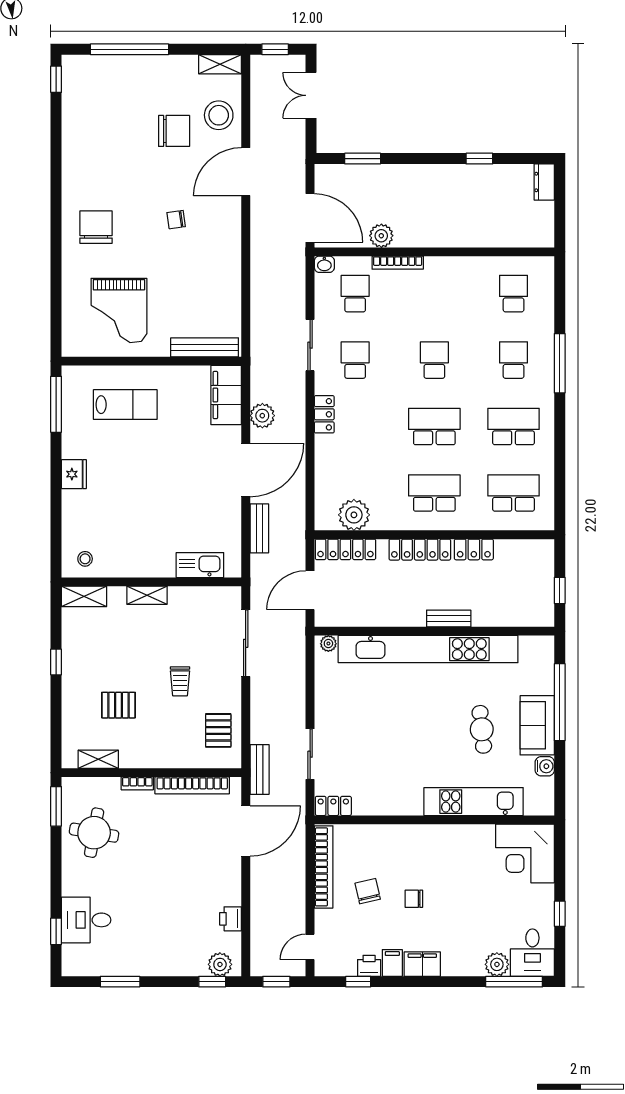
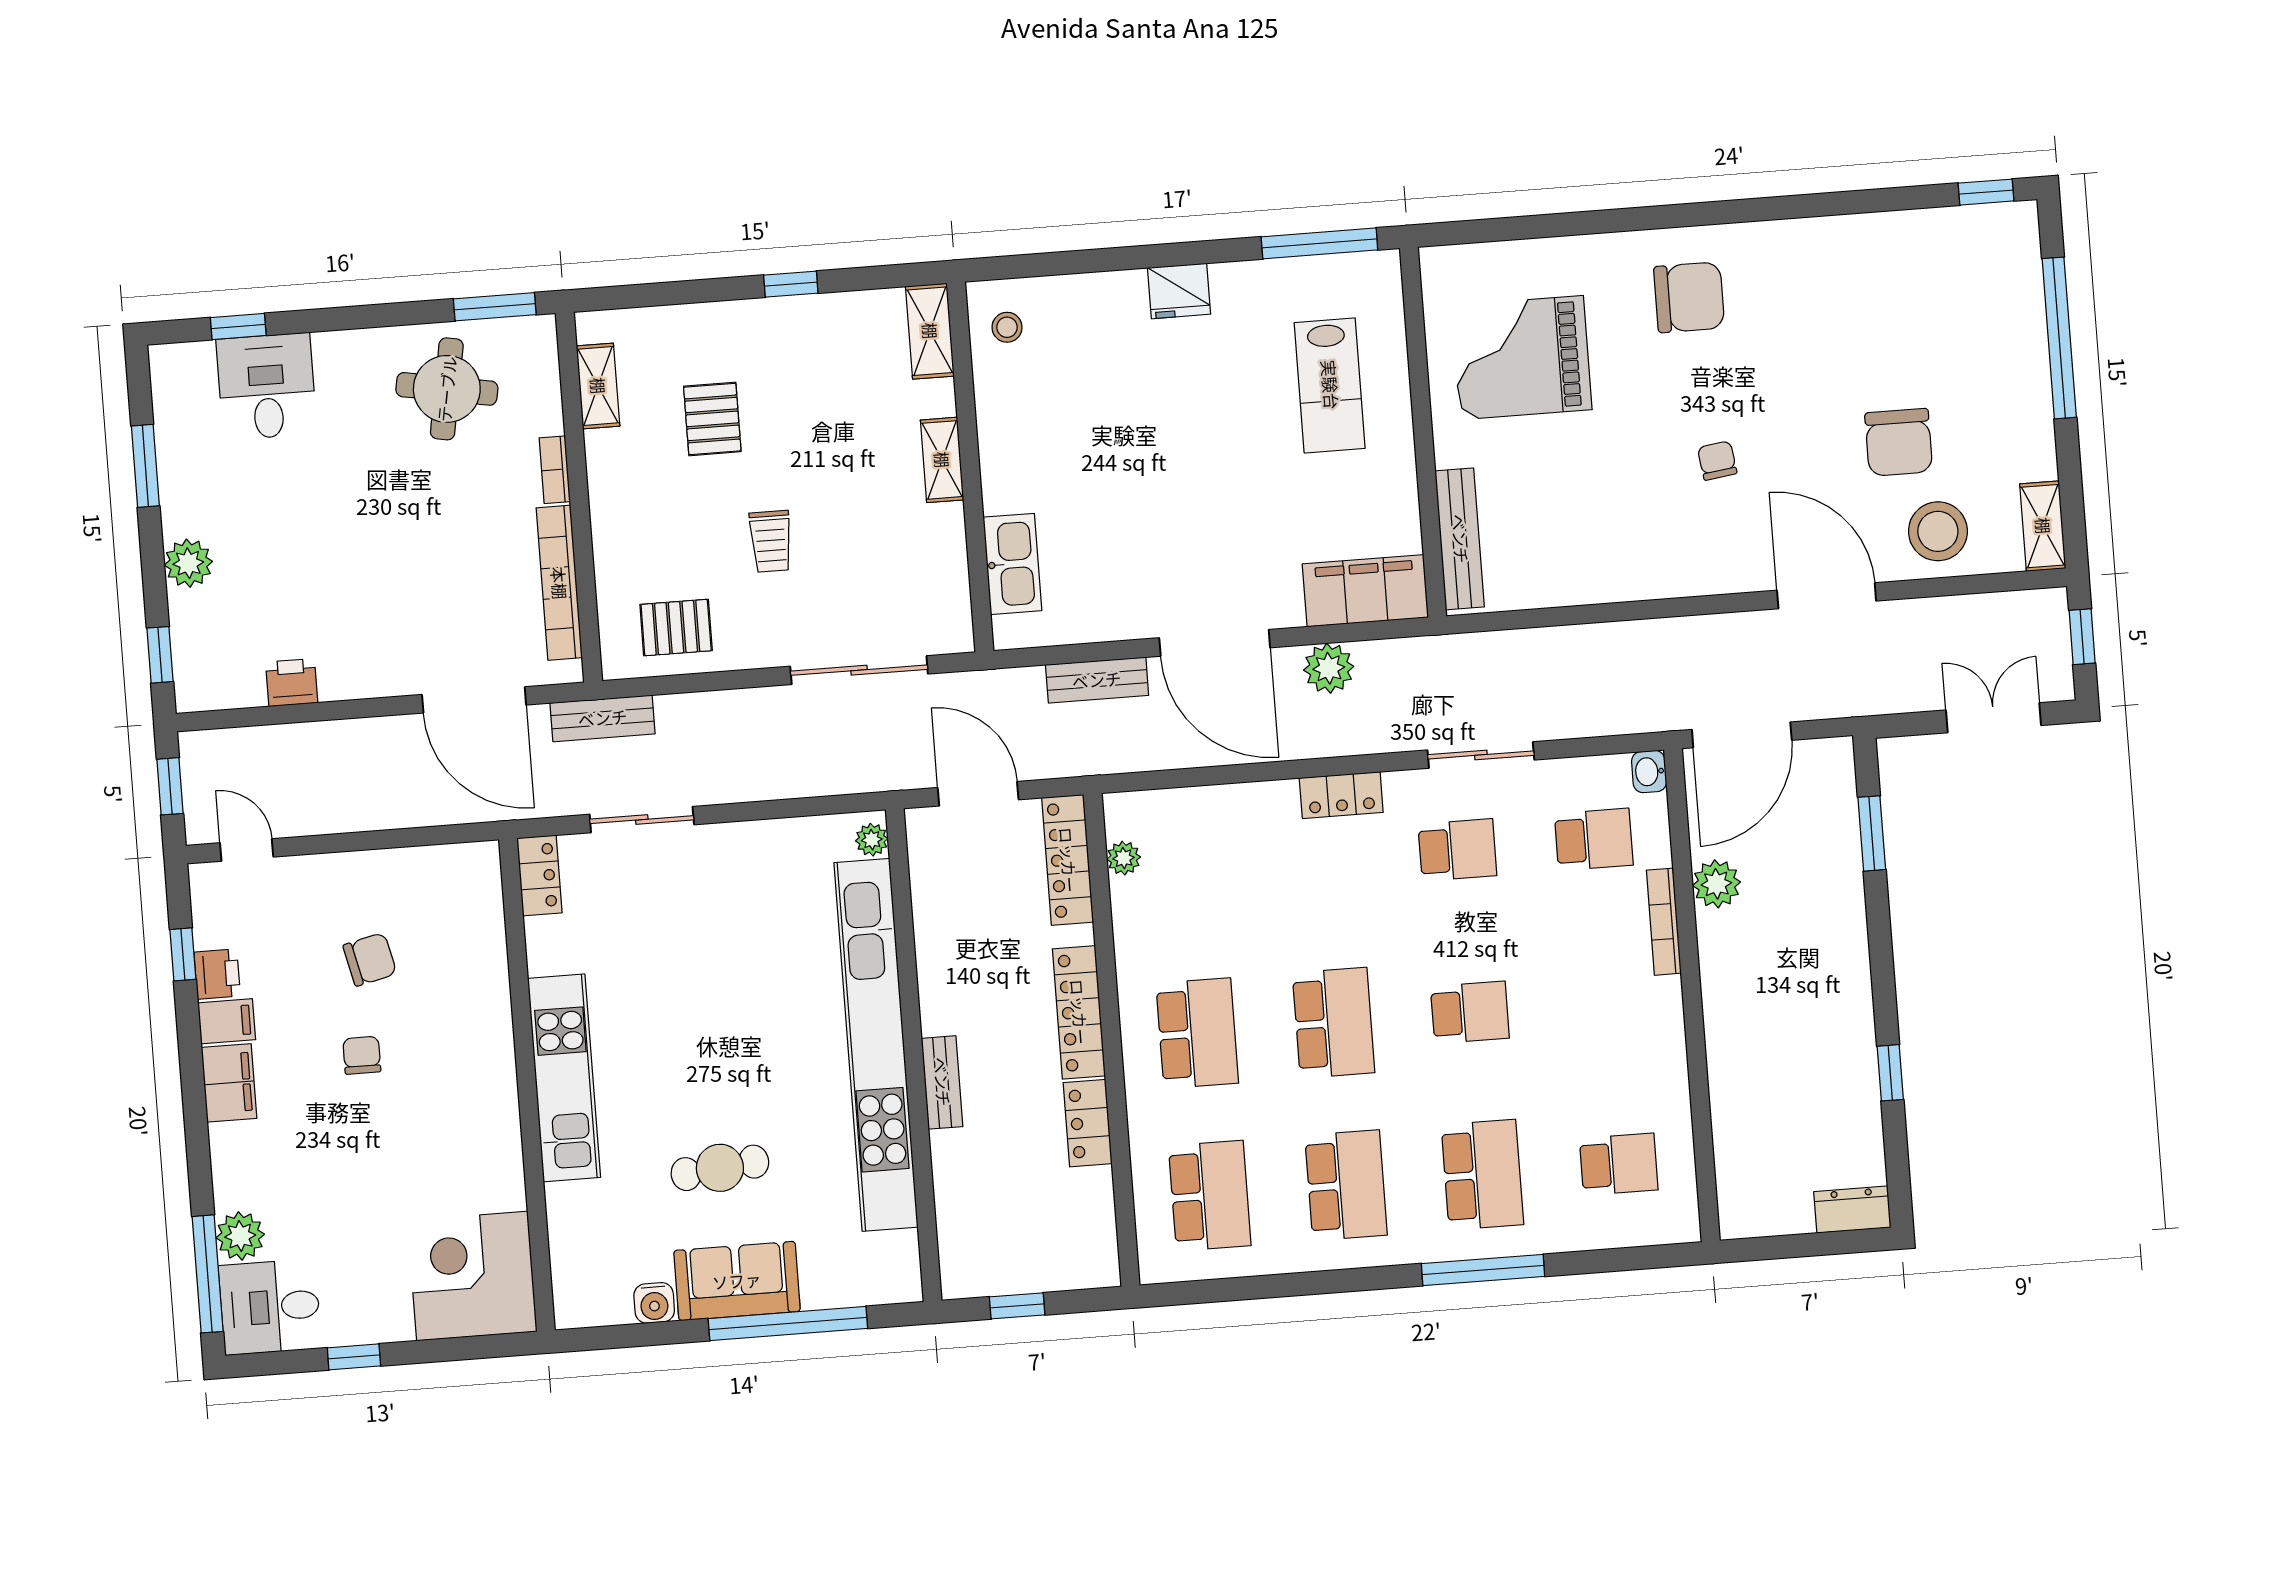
school desk: (514, 360) -> (1482, 1175), width x1.85
plant: (354, 515) -> (1124, 858), width x0.53, depth x0.53
trolley: (180, 681) -> (771, 541), turned -90
kitchen unit: (474, 802) -> (564, 1078), moved
bookcase: (324, 867) -> (413, 865), removed
plant: (220, 964) -> (188, 563), moved

